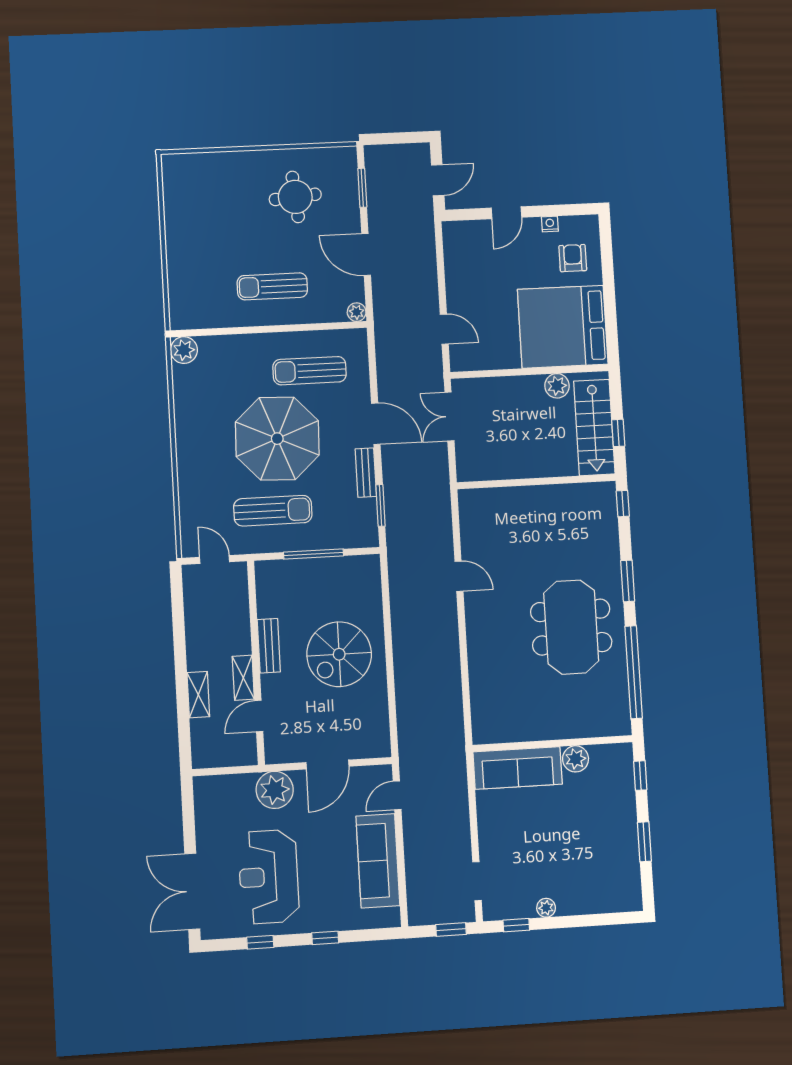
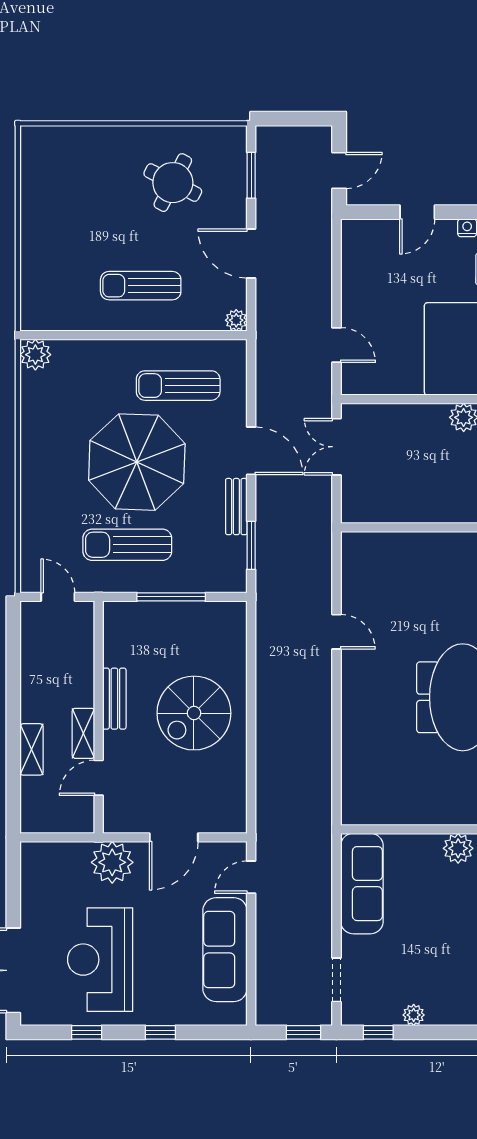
round table: (295, 197) -> (173, 183), turned 32
sun lounger: (273, 511) -> (127, 545), turned 180
sofa: (518, 768) -> (362, 884), moved, turned -90

